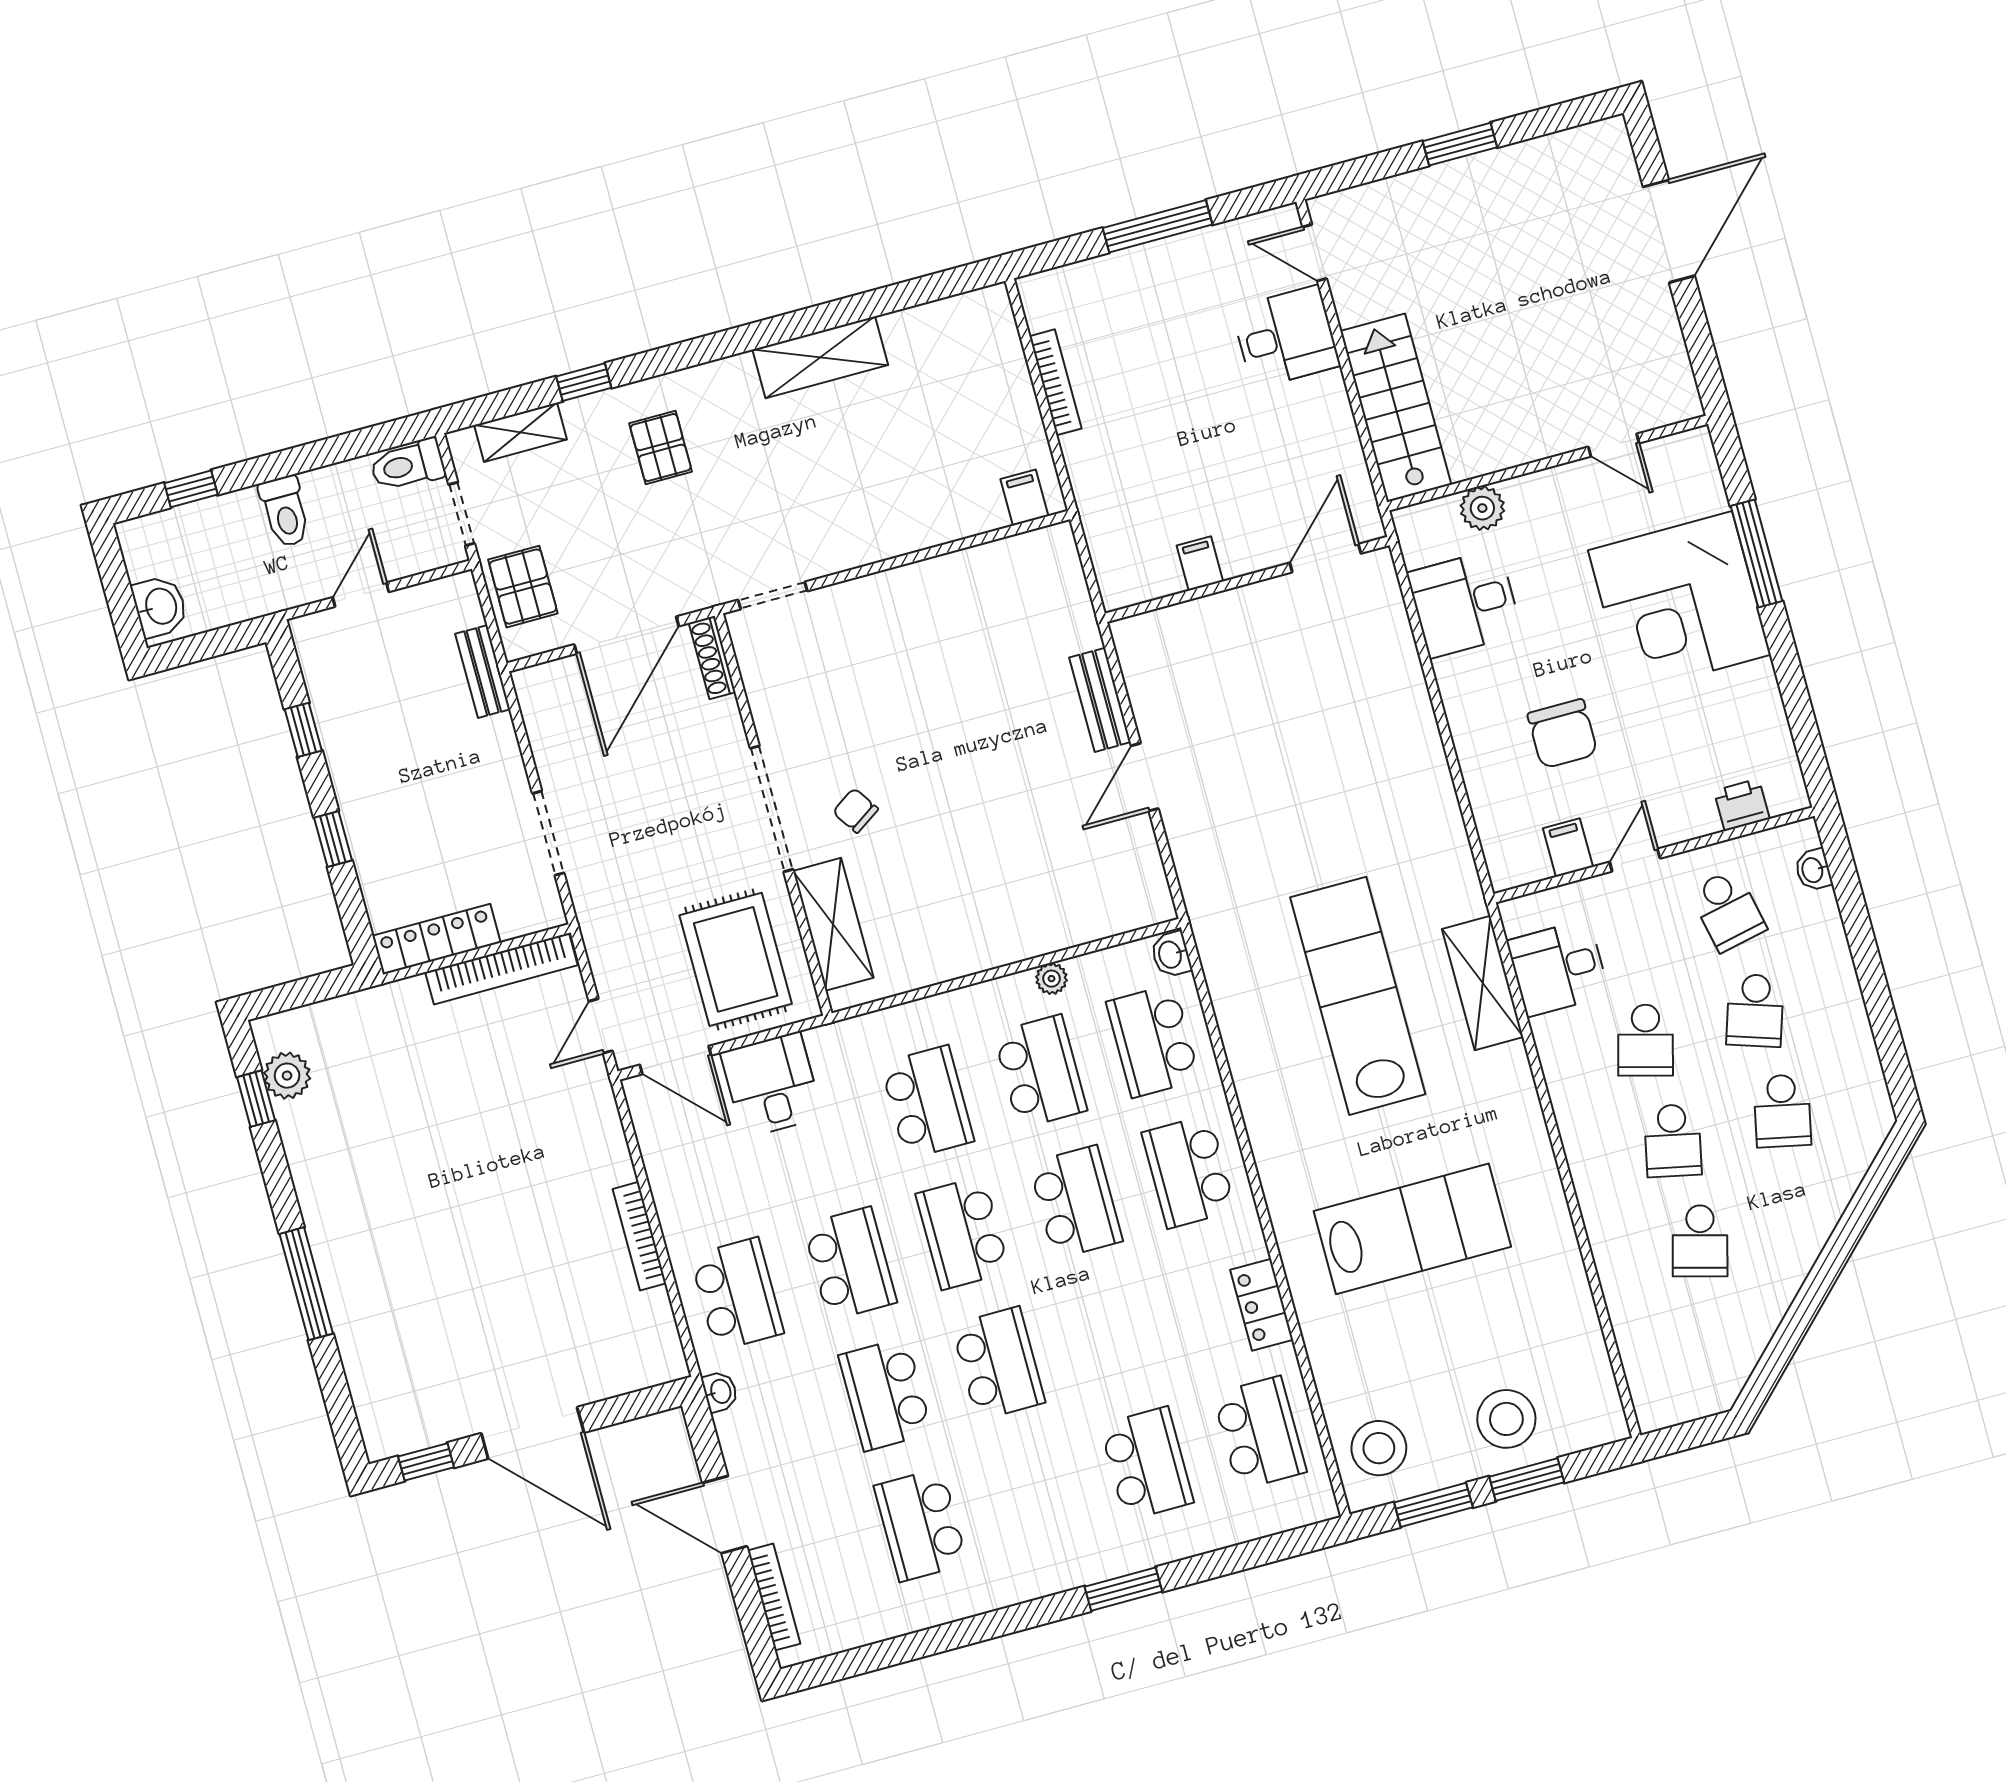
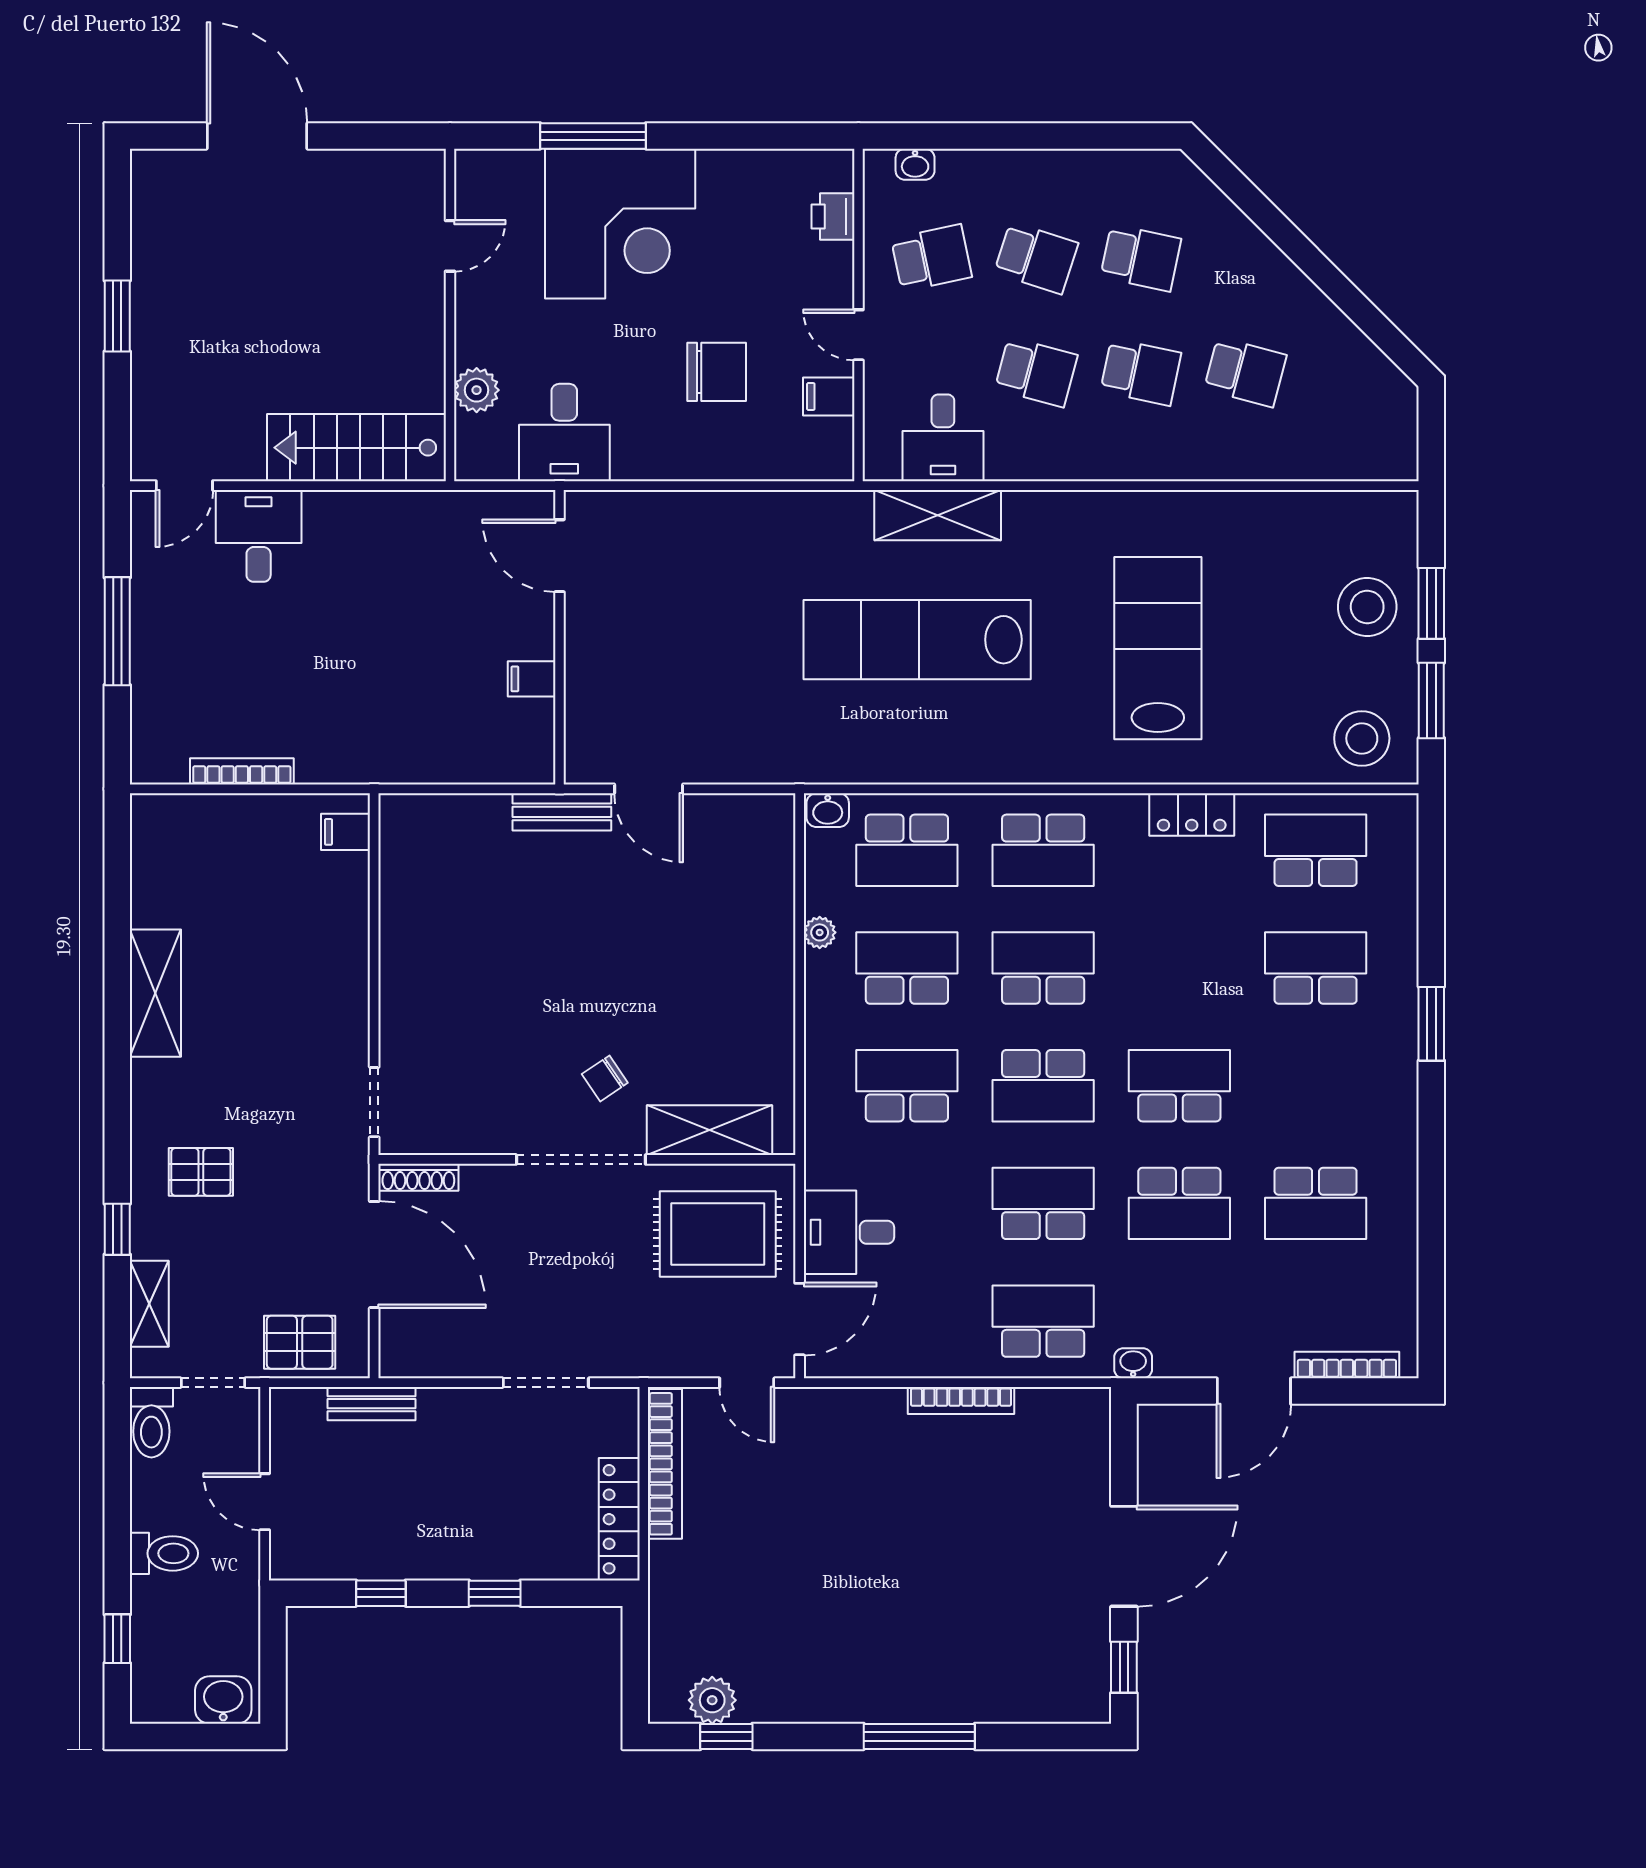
door: (1325, 558) -> (559, 556), moved
filing cabinet: (1200, 563) -> (532, 679), moved
wall: (1247, 579) -> (559, 637), moved

